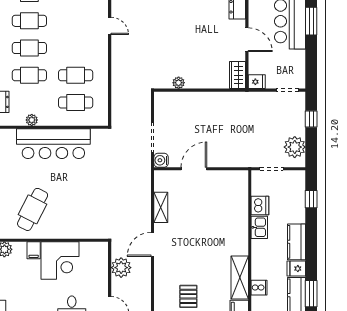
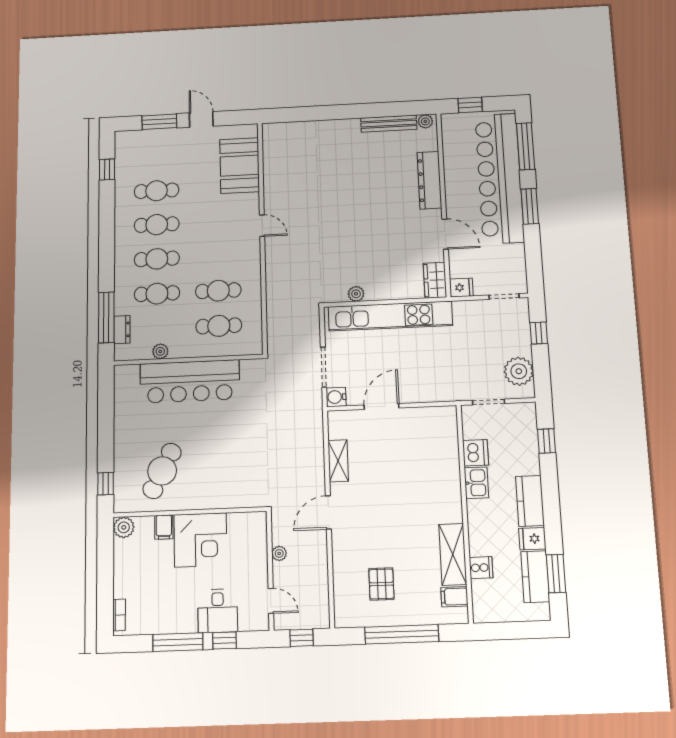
kitchen unit: (203, 101) -> (390, 316), added
plant: (121, 268) -> (279, 553), width x0.53, depth x0.53

